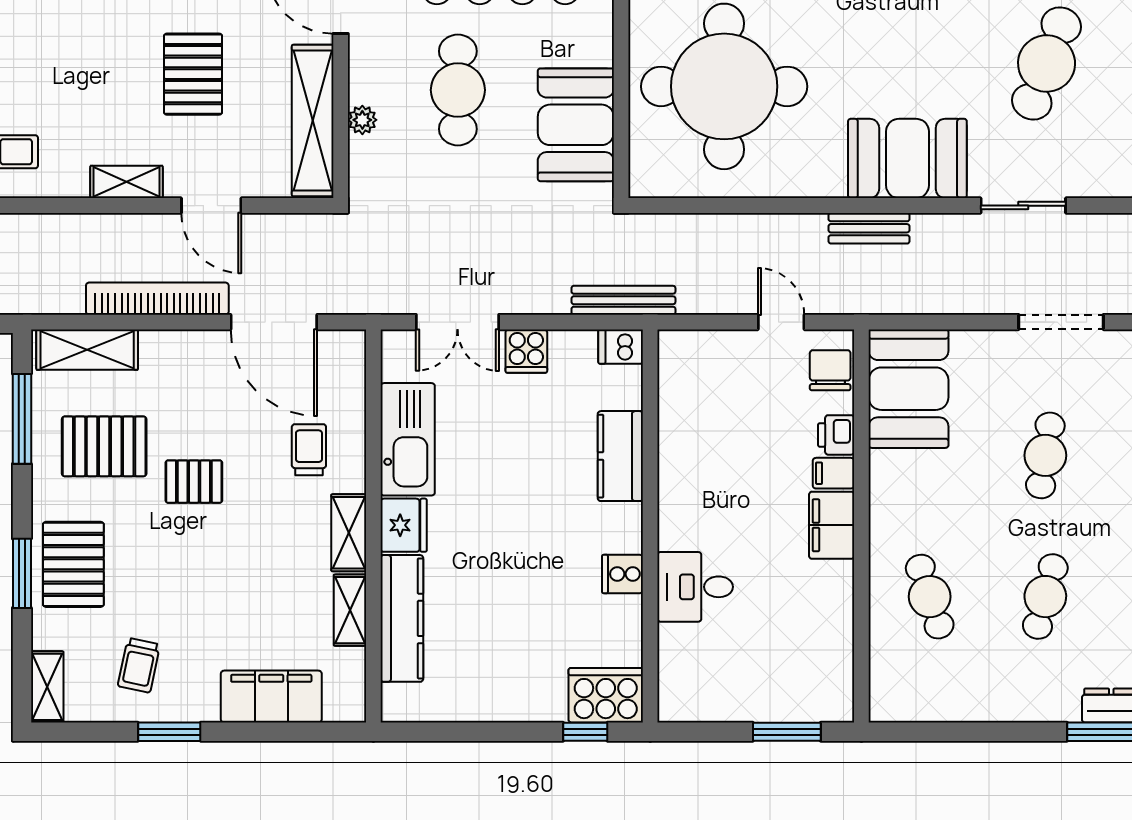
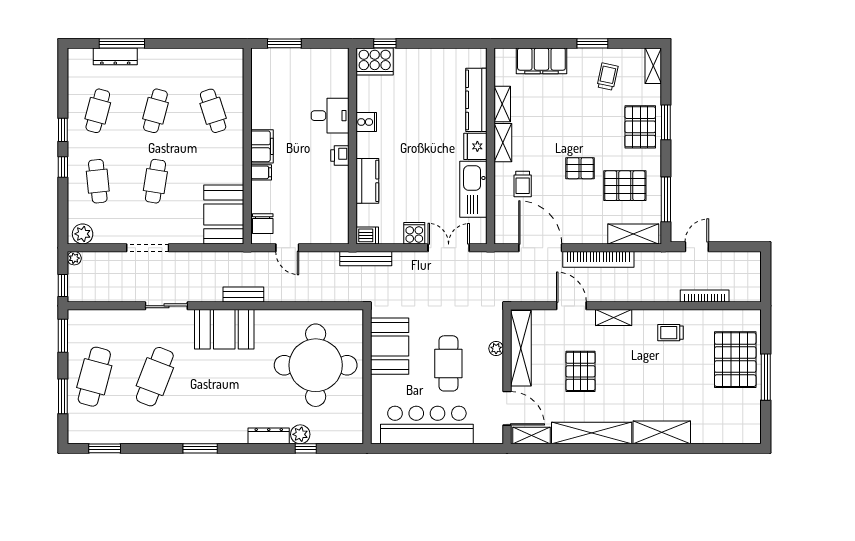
printer: (836, 435) -> (340, 156), moved, turned 180

